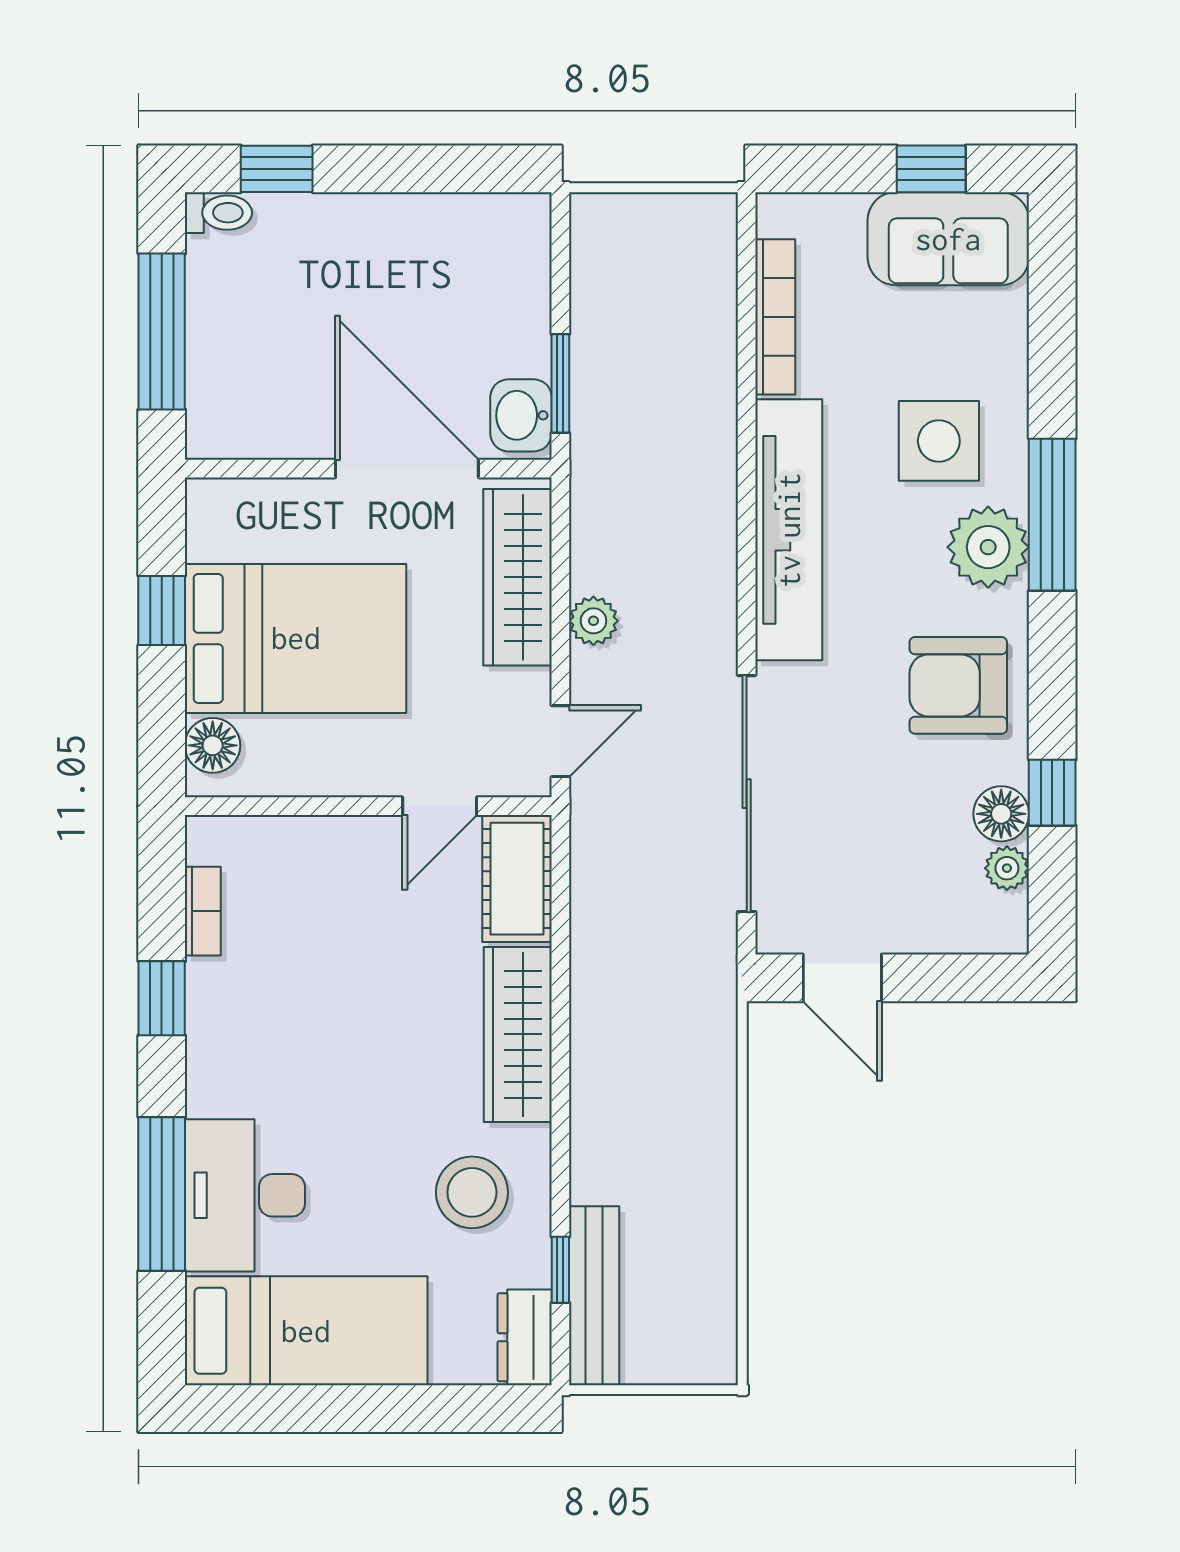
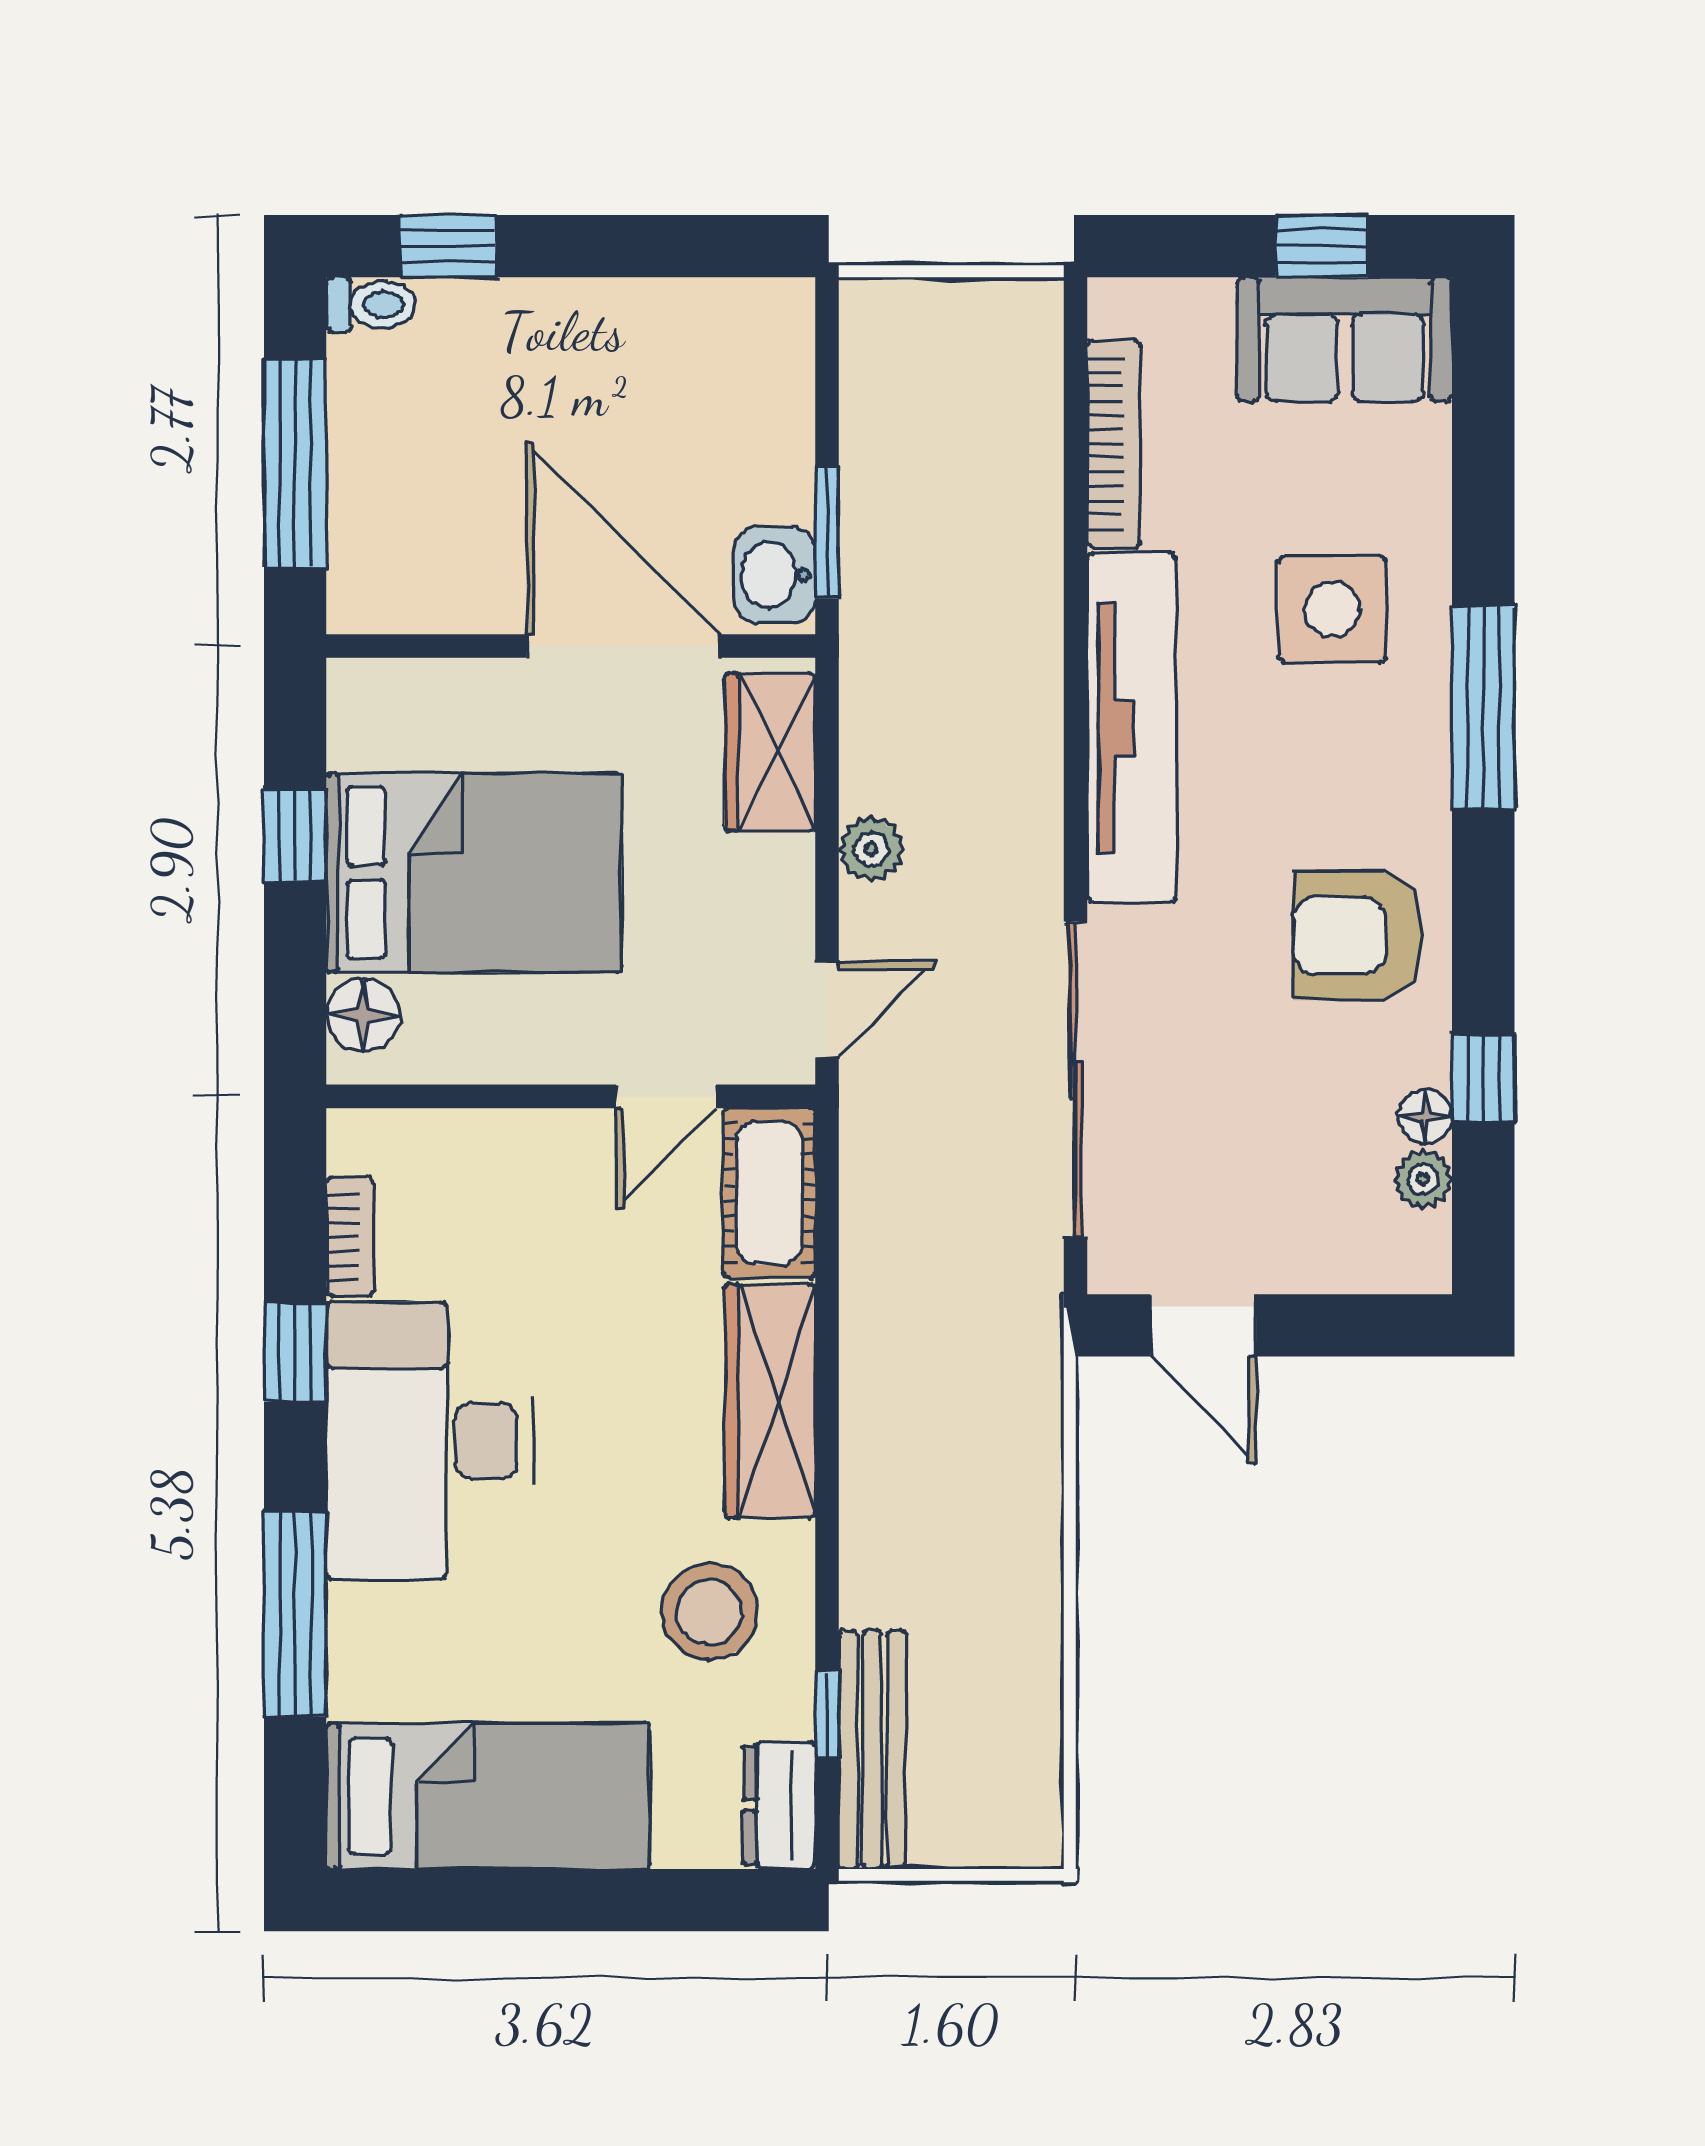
plant: (988, 547) -> (1398, 751), removed
wardrobe: (517, 577) -> (770, 752), width x0.67
floor lamp: (1001, 814) -> (1425, 1117), width x0.73, depth x0.73
desk: (245, 1195) -> (430, 1441), moved, width x1.36, depth x1.30

